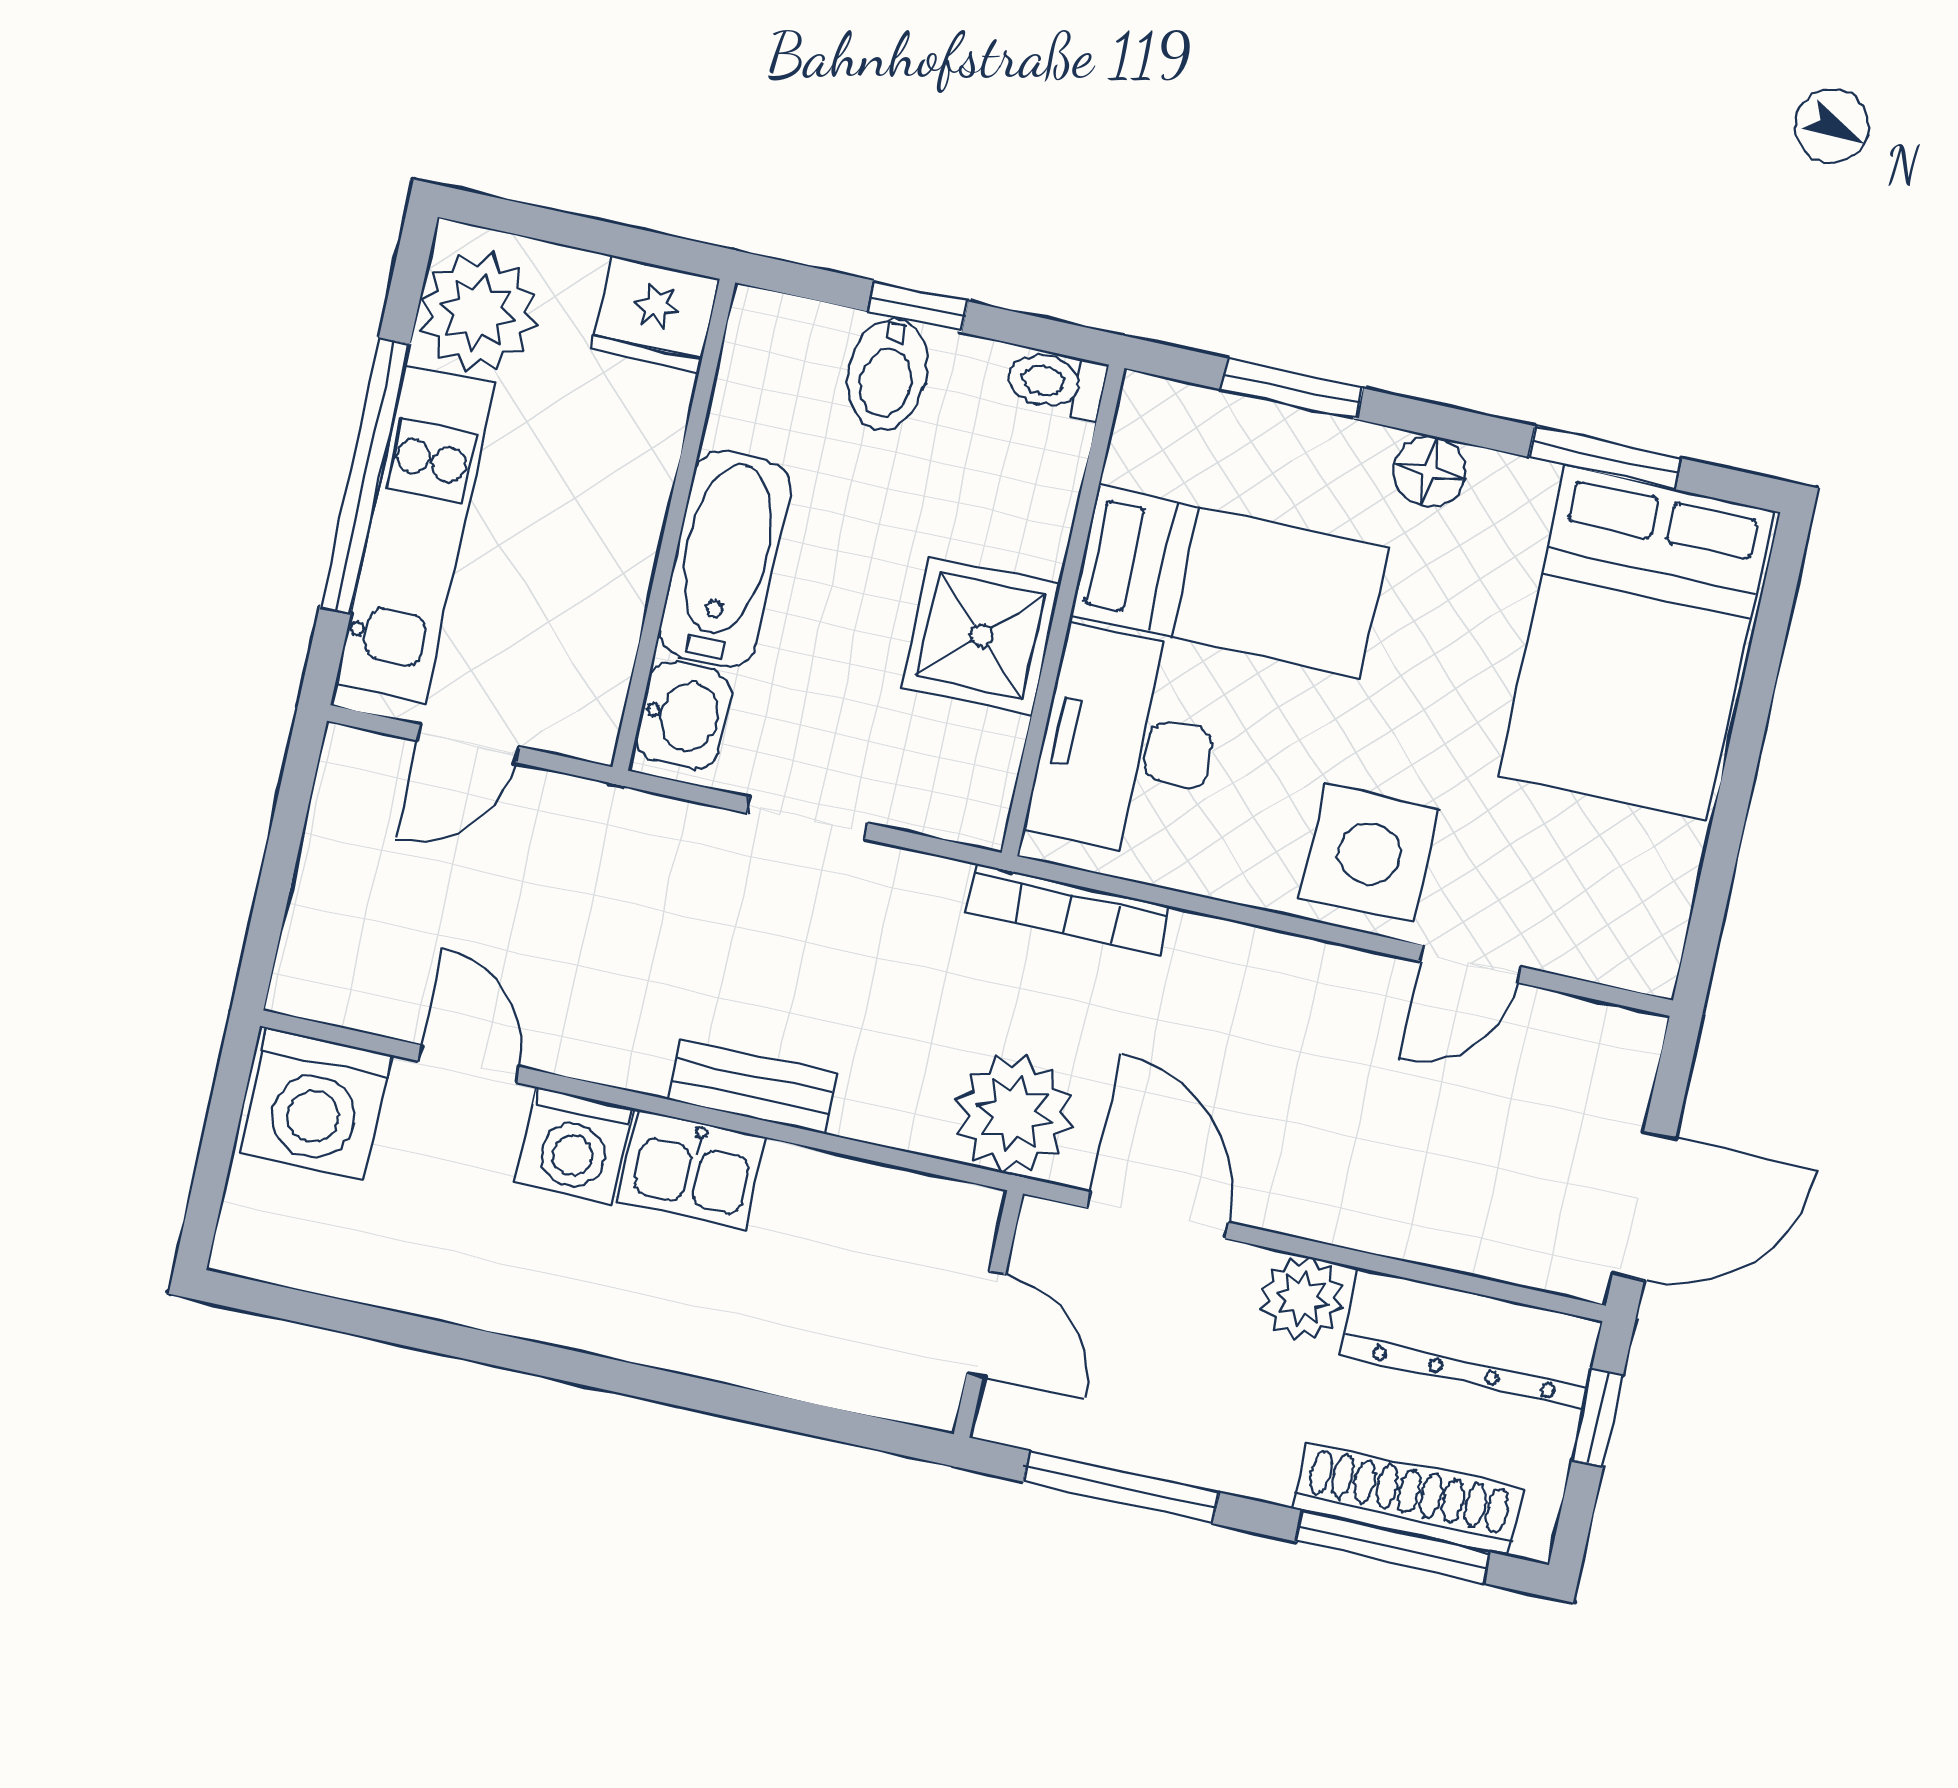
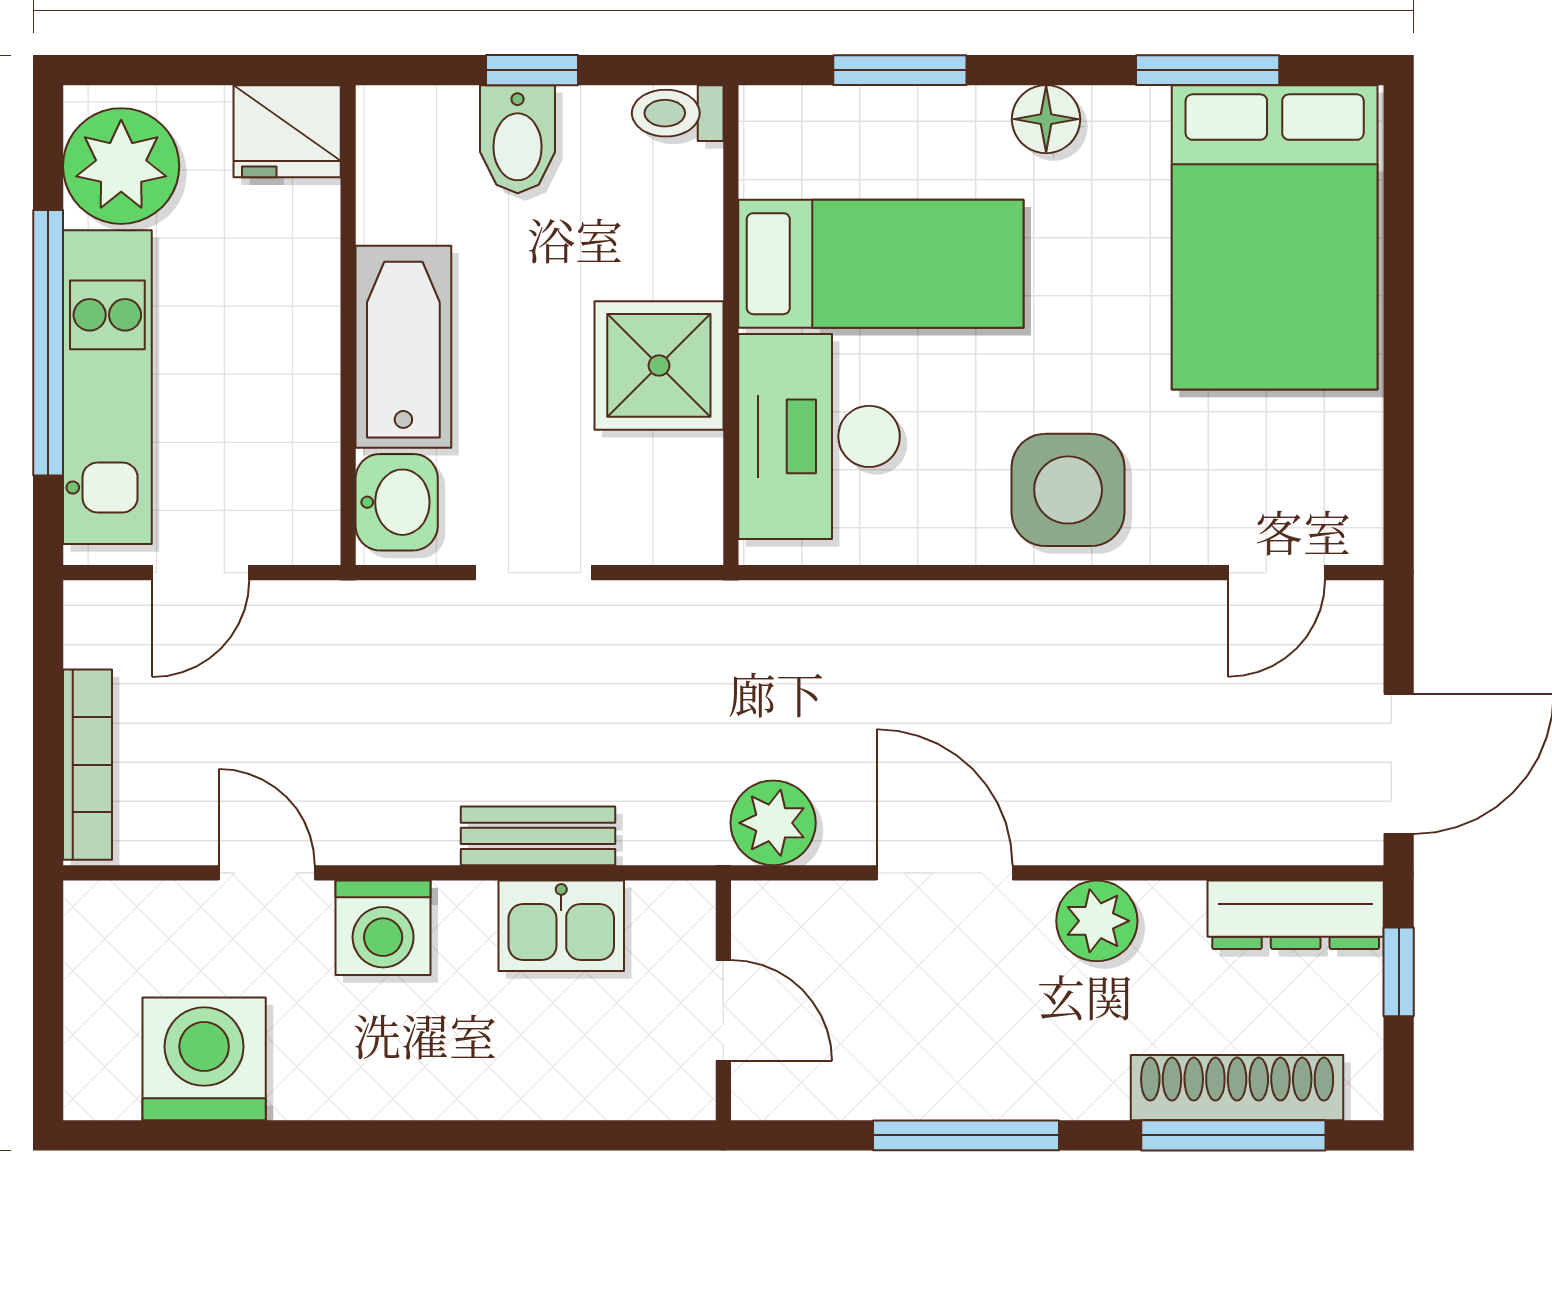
bookcase: (1068, 909) -> (87, 765), moved, turned -90
door: (1471, 964) -> (1276, 573), moved
washing machine: (316, 1104) -> (204, 1059), moved, turned 180
plant: (1014, 1114) -> (773, 823), width x0.73, depth x0.73
kitchen sink: (693, 1169) -> (561, 926), moved
wall: (988, 1314) -> (723, 1000), moved
door: (986, 1324) -> (723, 1010), moved
dresser: (1471, 1338) -> (1296, 915), width x0.73, depth x0.80

